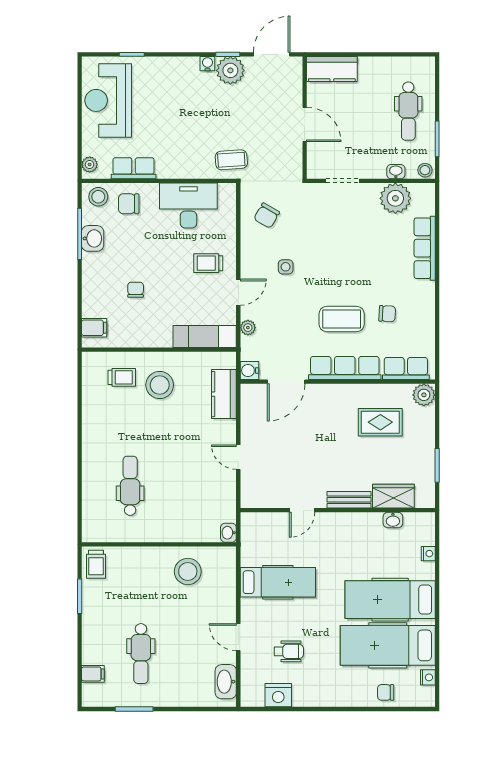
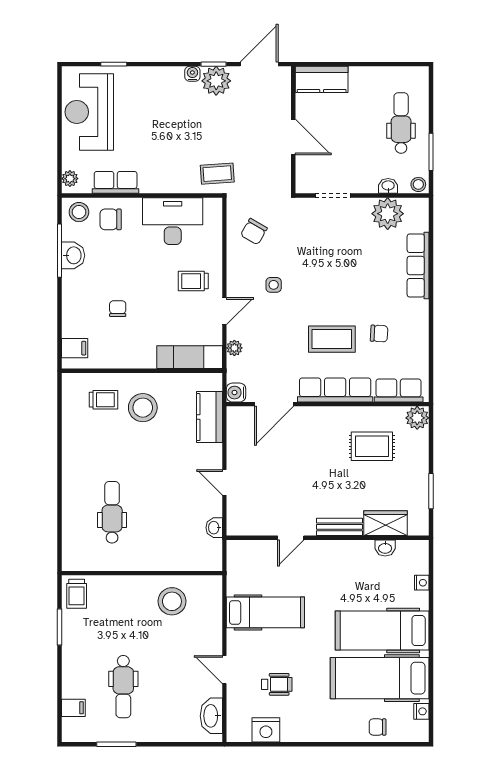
dental chair: (408, 111) -> (401, 123), turned 180
washbasin: (228, 533) -> (214, 528), moved

